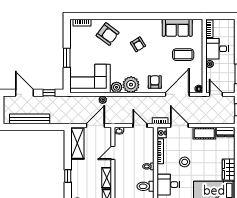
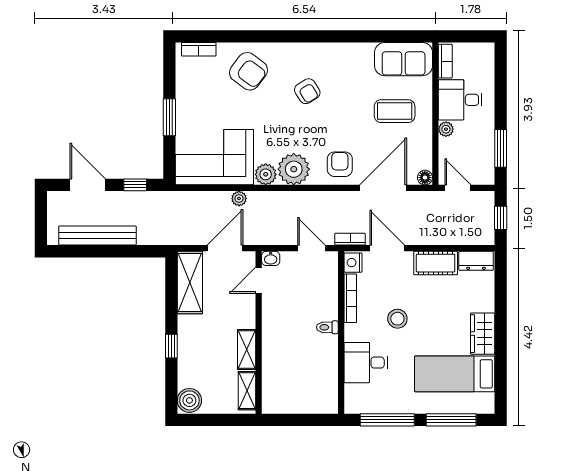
sofa: (177, 28) -> (404, 59), moved
door: (113, 153) -> (259, 280), moved
toilet: (145, 186) -> (322, 366), removed

